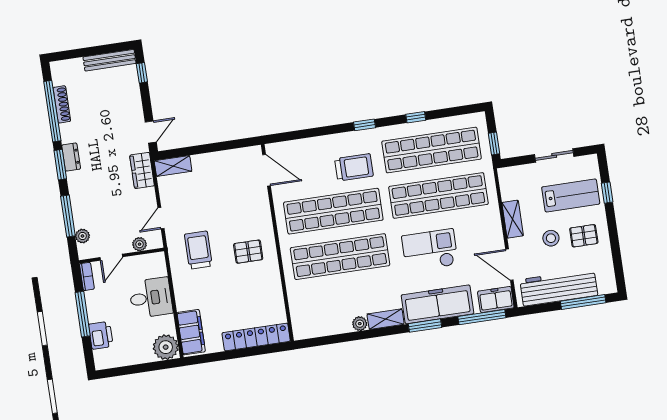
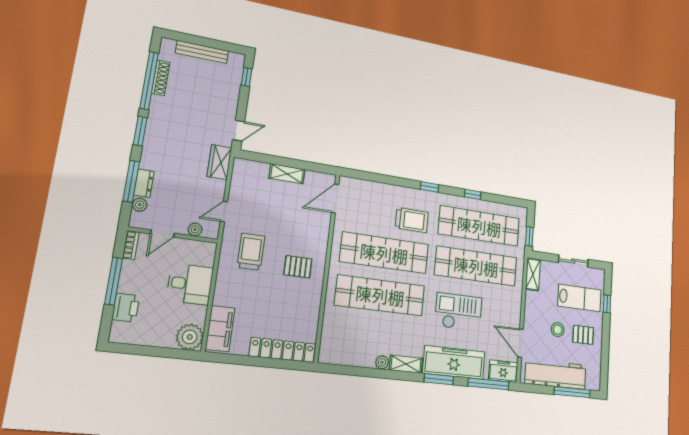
bench: (110, 60) -> (202, 52), moved
dresser: (71, 157) -> (144, 183), moved
shelving: (173, 166) -> (287, 174), moved
door: (267, 170) -> (335, 198), swing flipped
shelving: (513, 219) -> (533, 274), moved

